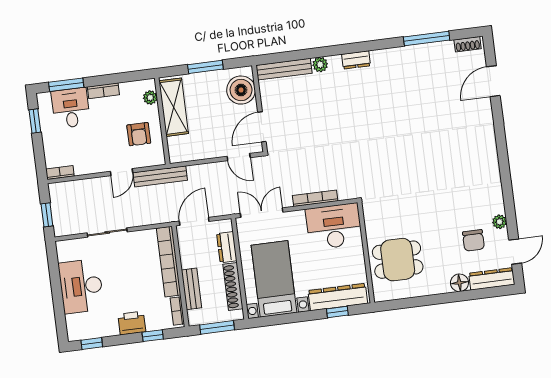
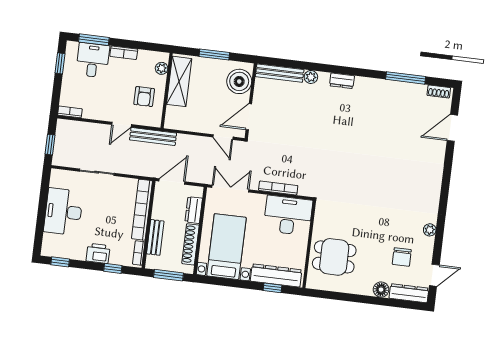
plant: (500, 222) -> (430, 230), moved

